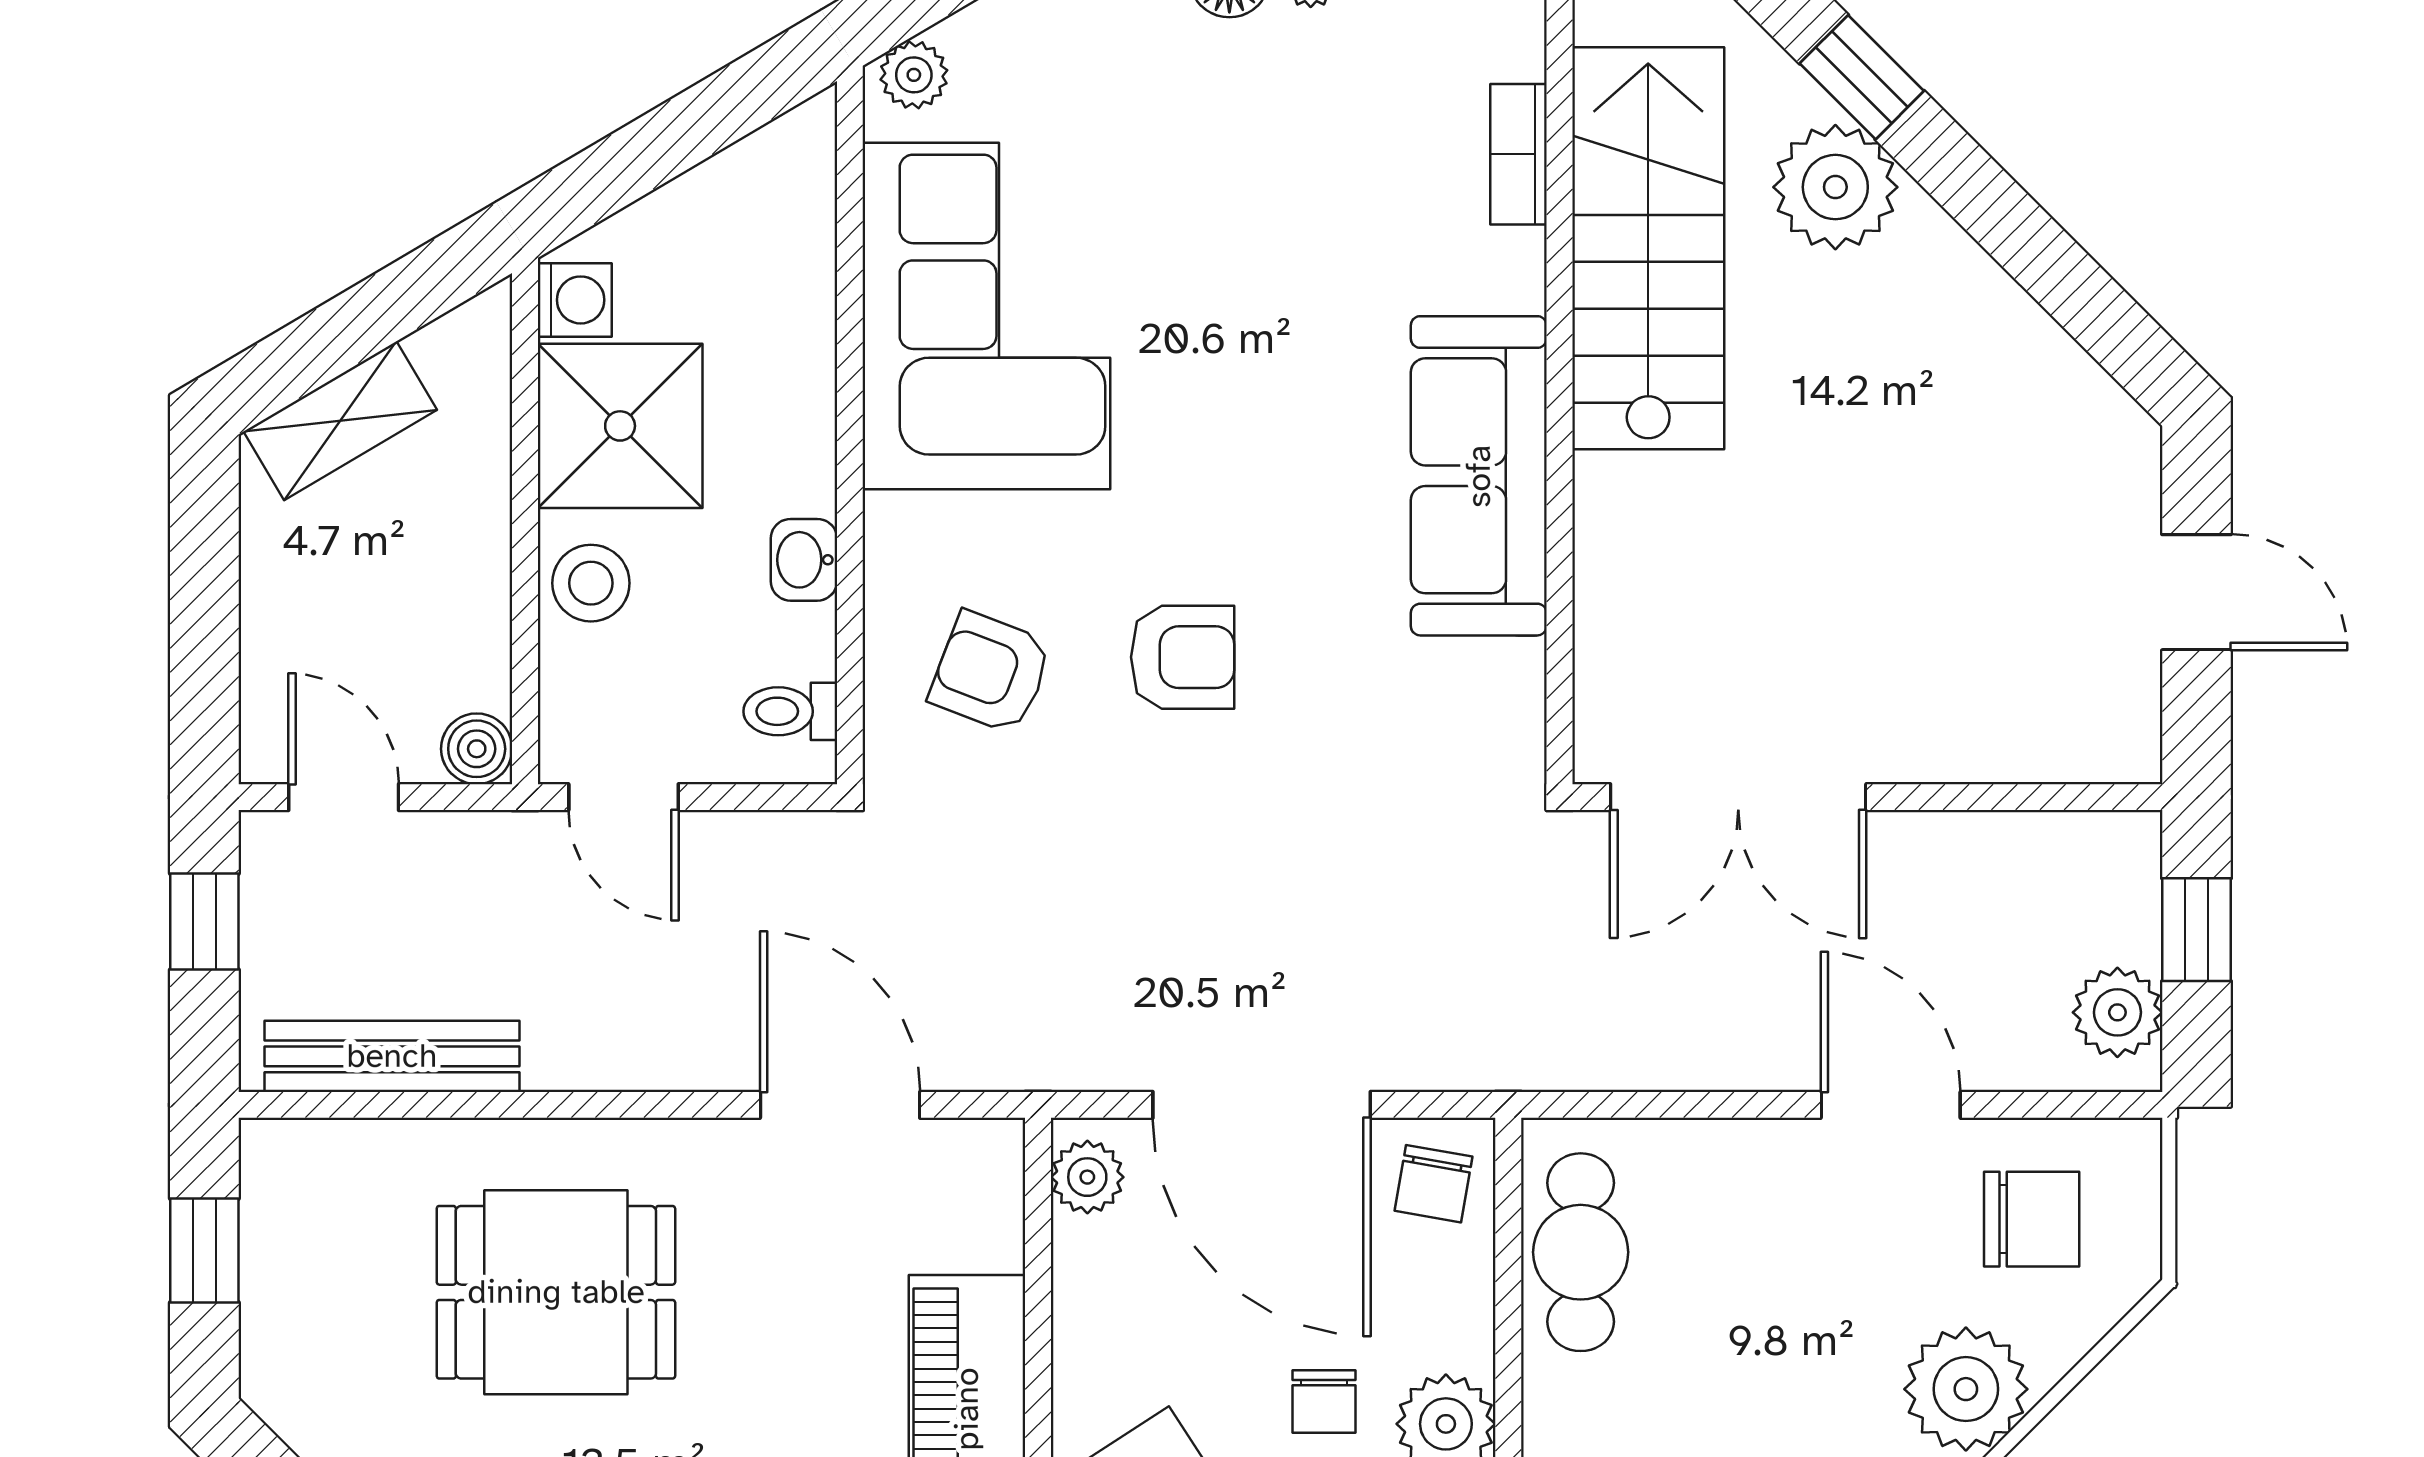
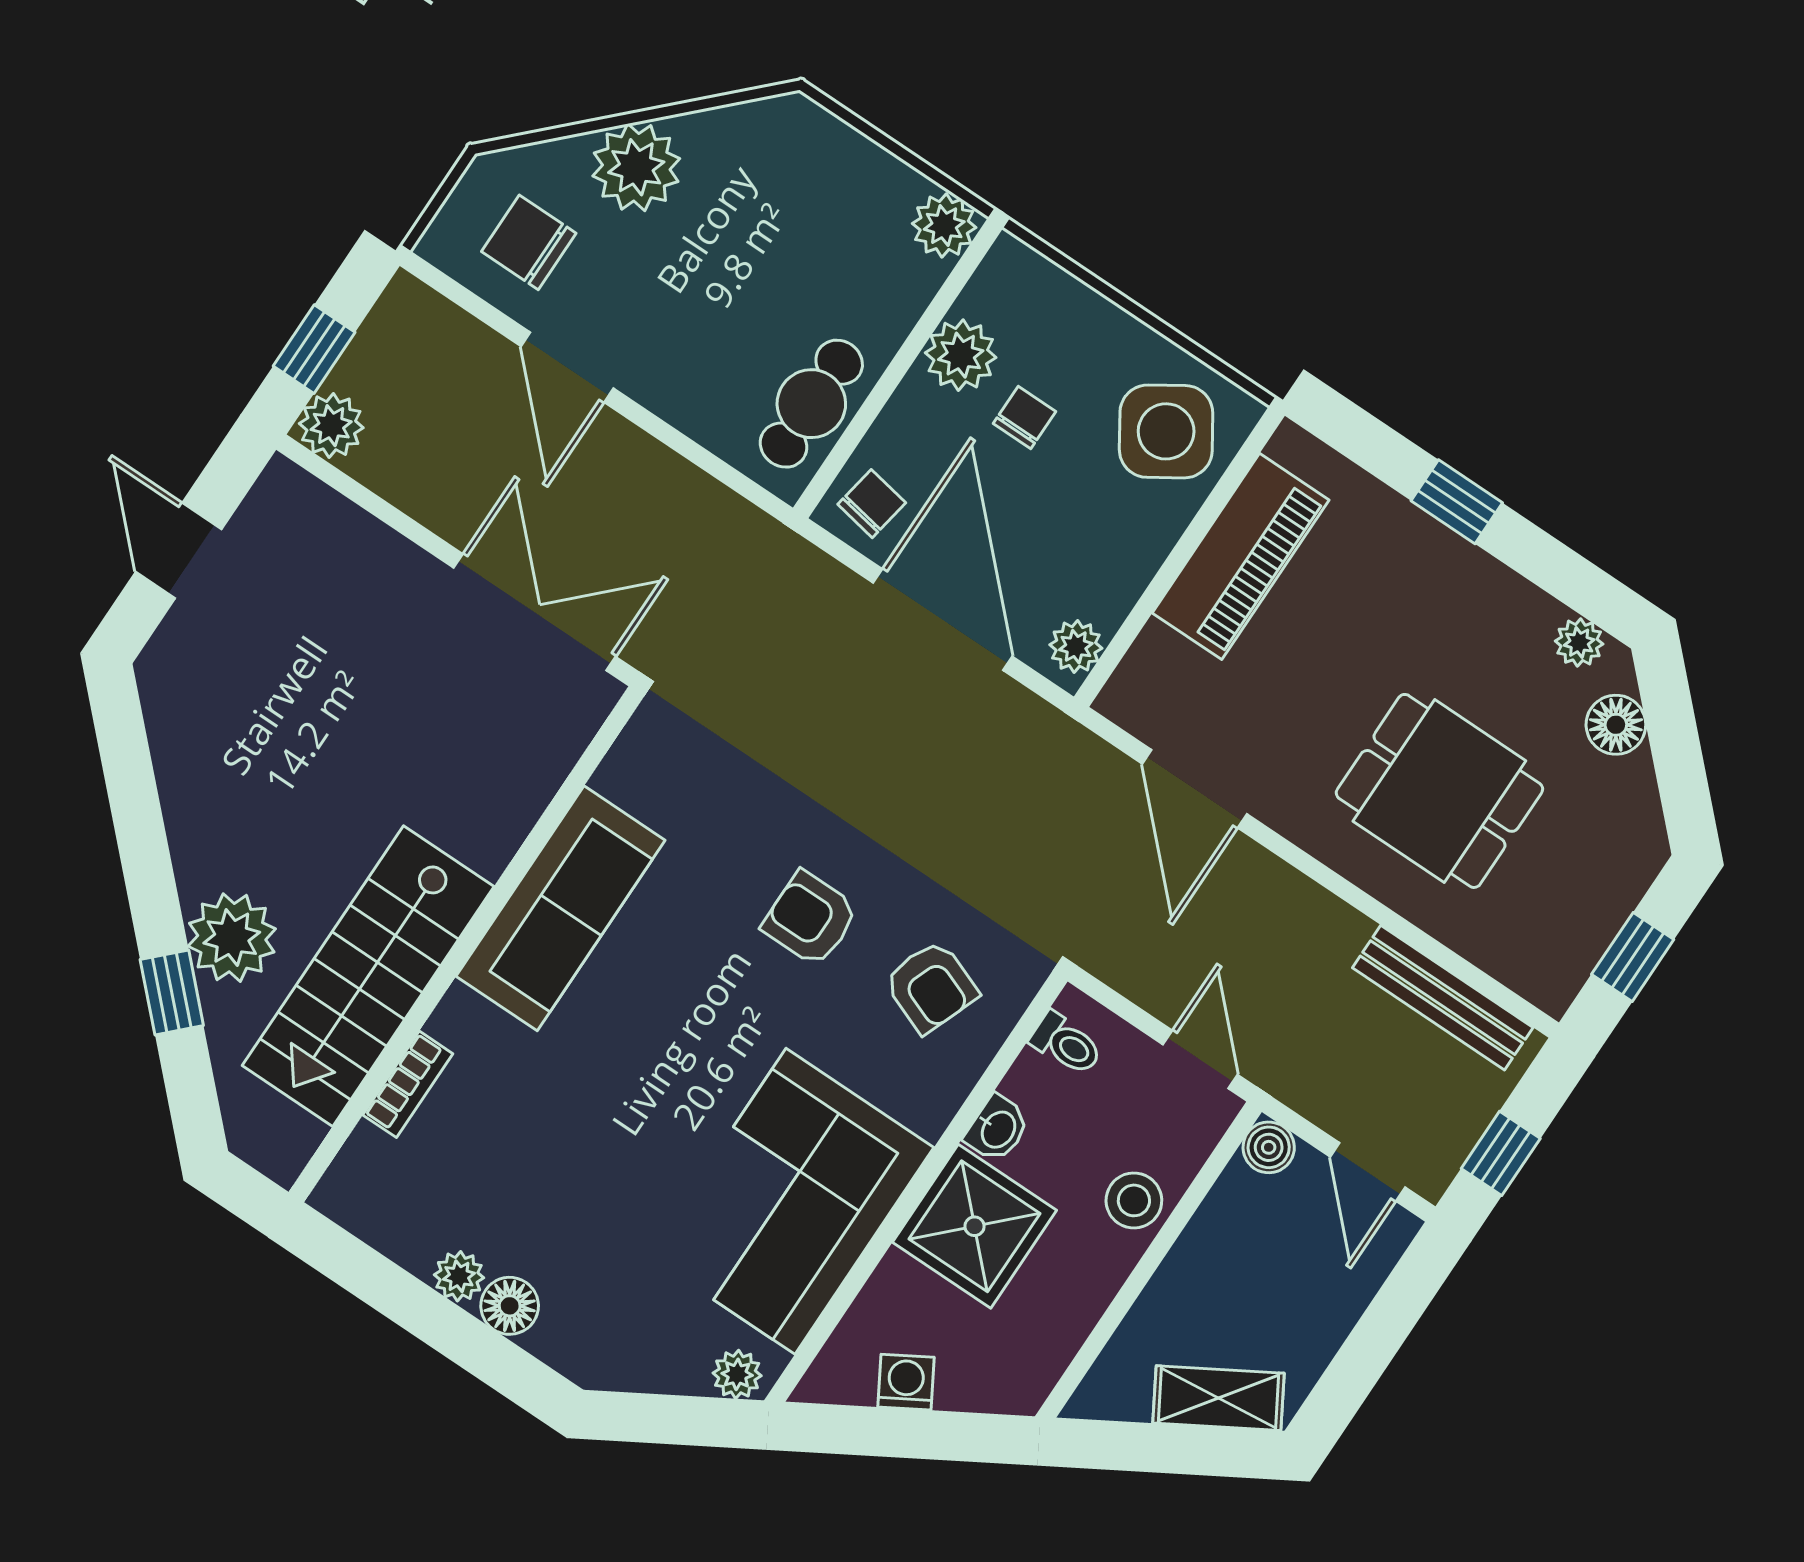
washing machine: (575, 300) -> (906, 1382), moved, turned 59
shower: (620, 426) -> (974, 1226), moved
plant: (2117, 1012) -> (331, 426), moved

